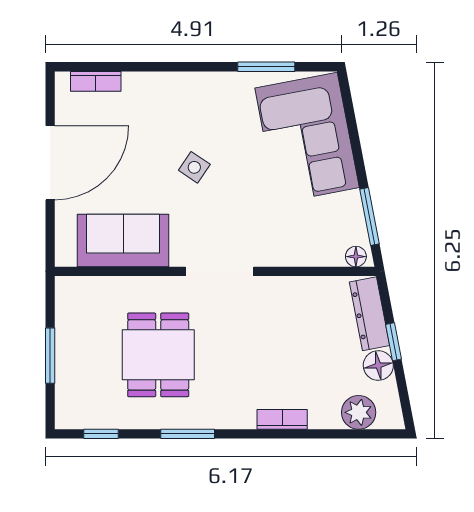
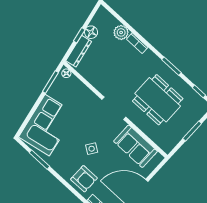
armchair: (160, 104) -> (84, 179), added
dining table: (158, 355) -> (158, 100), width x1.38
plant: (359, 412) -> (121, 32), moved

